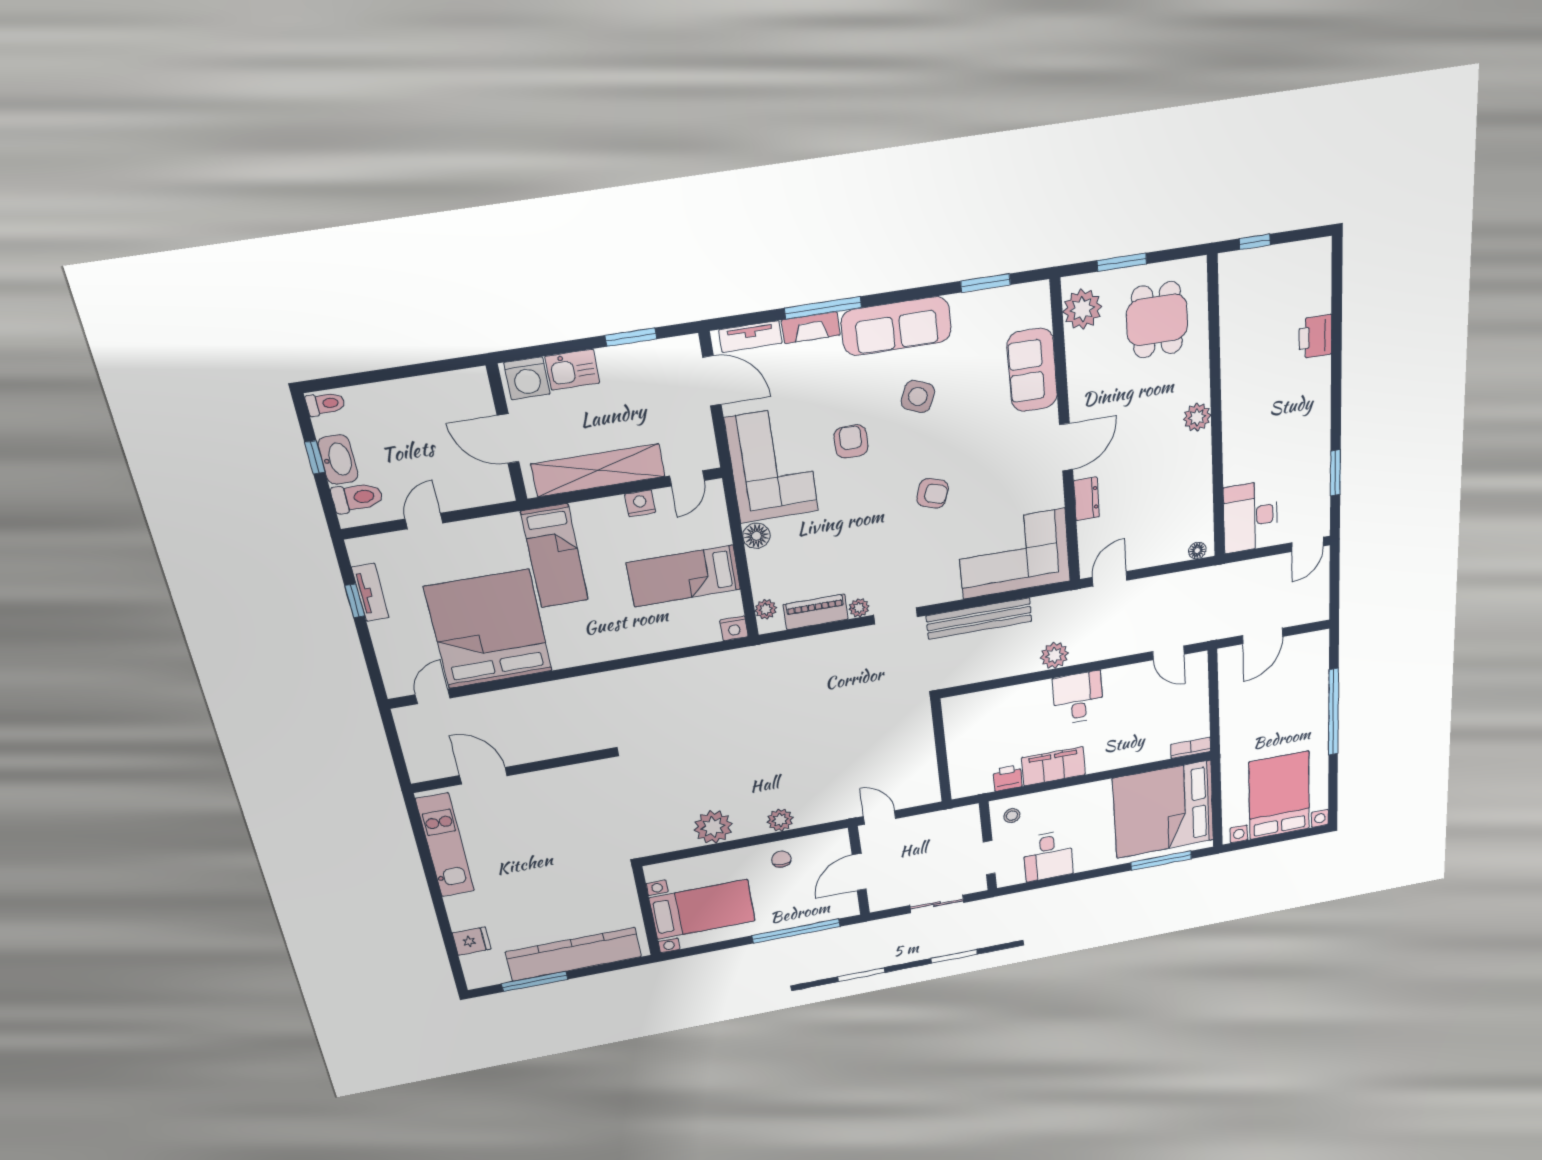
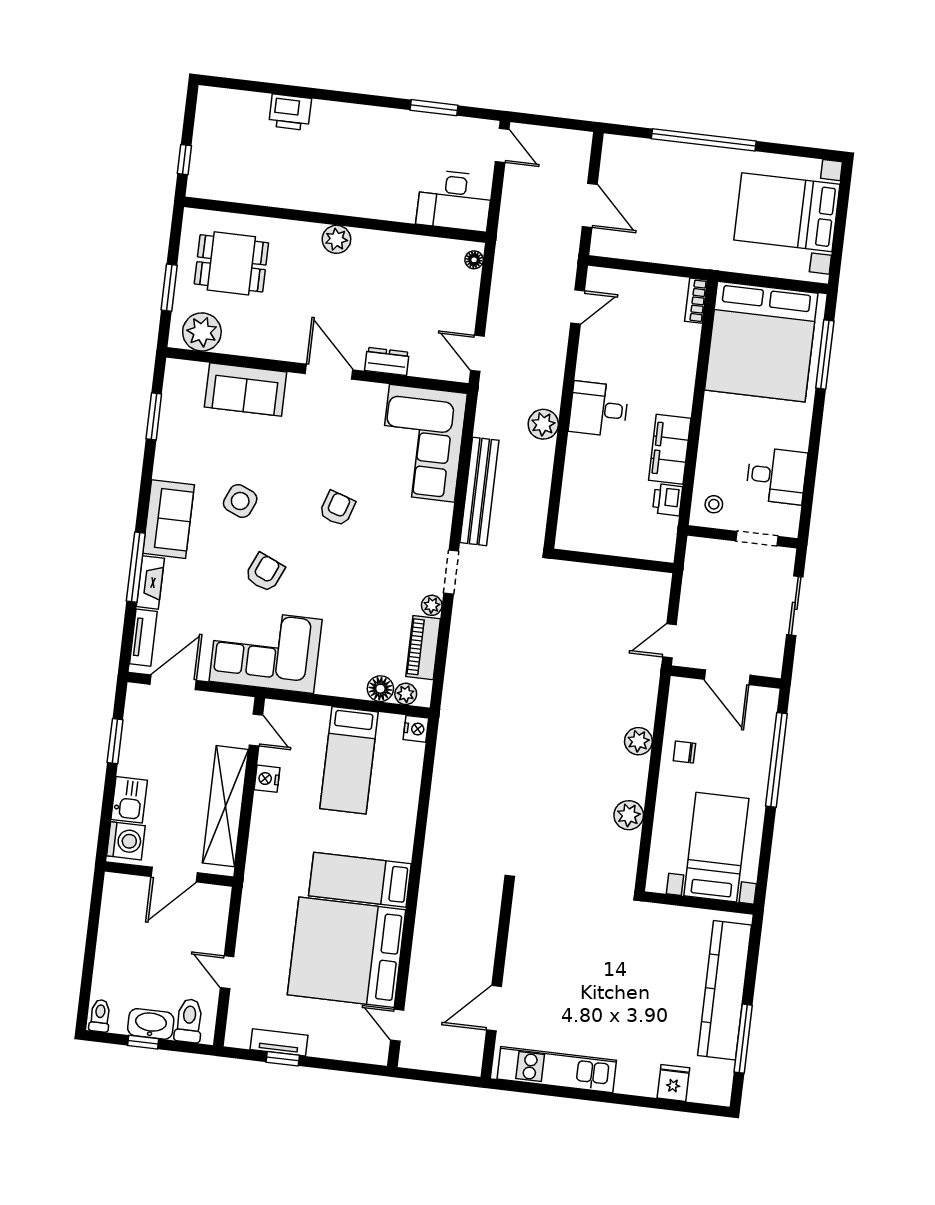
sofa: (896, 326) -> (169, 519), width x0.73
armchair: (851, 441) -> (265, 572), turned 114
floor lamp: (756, 536) -> (380, 689), moved
bed: (555, 556) -> (360, 880), moved, turned 180
plant: (713, 827) -> (629, 815), width x0.73, depth x0.73

